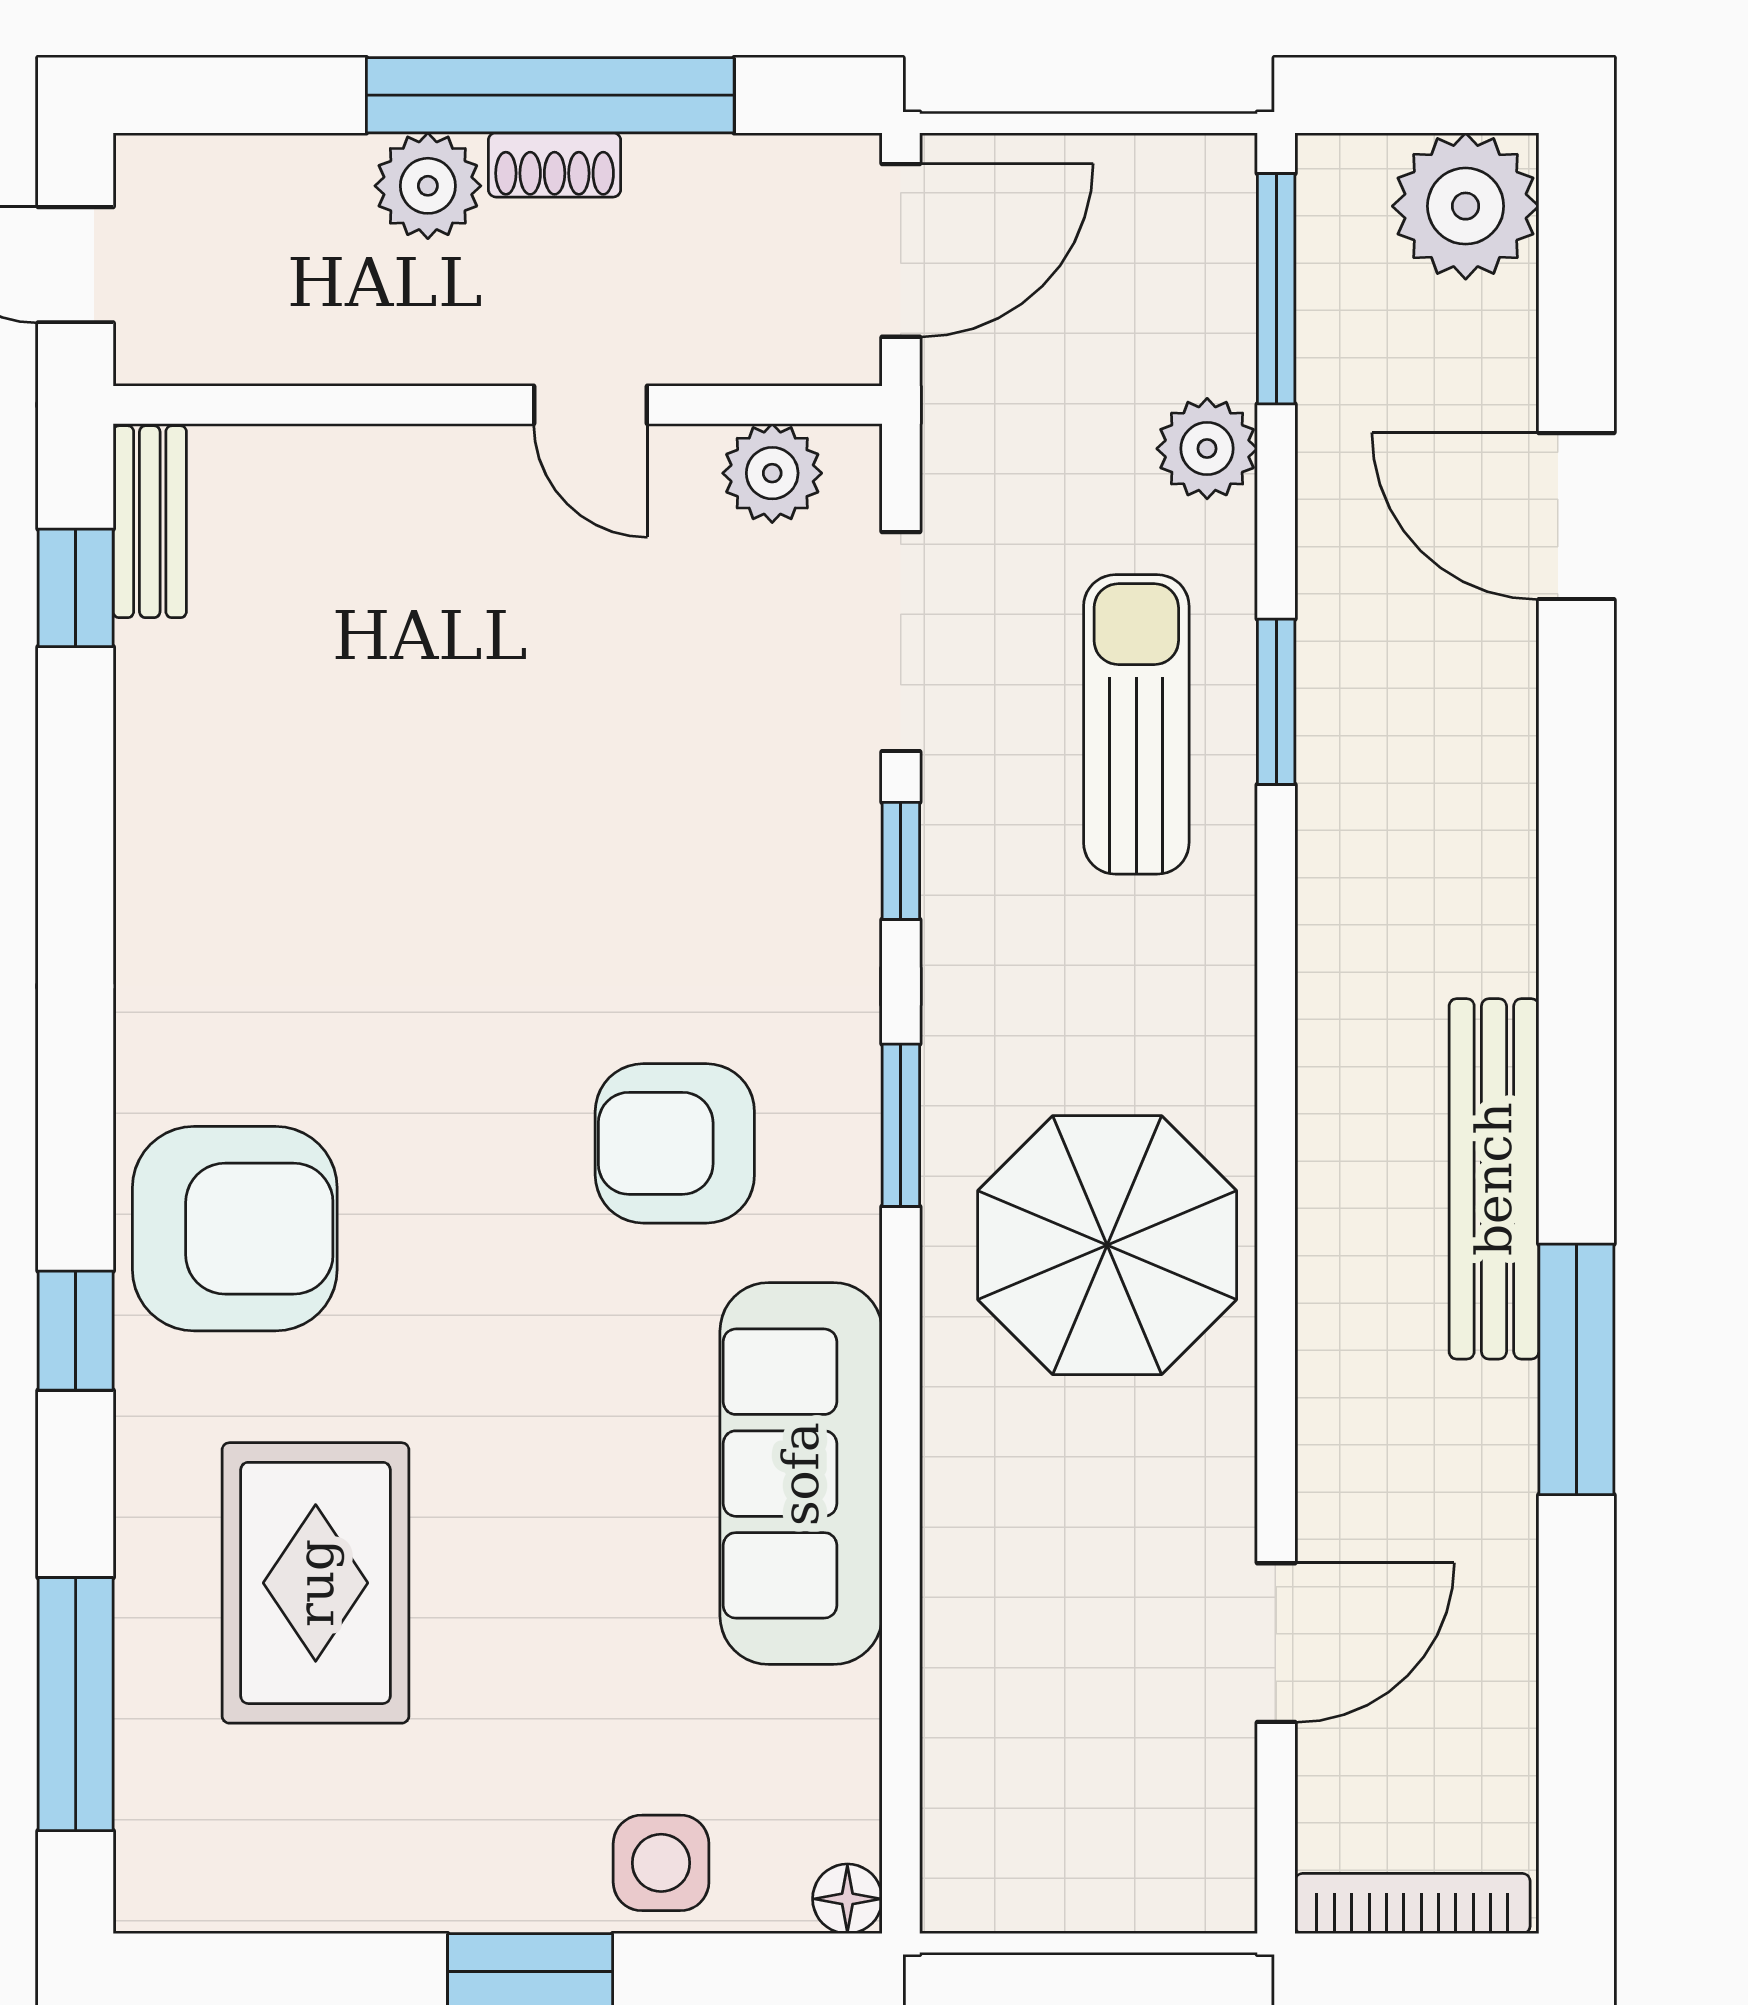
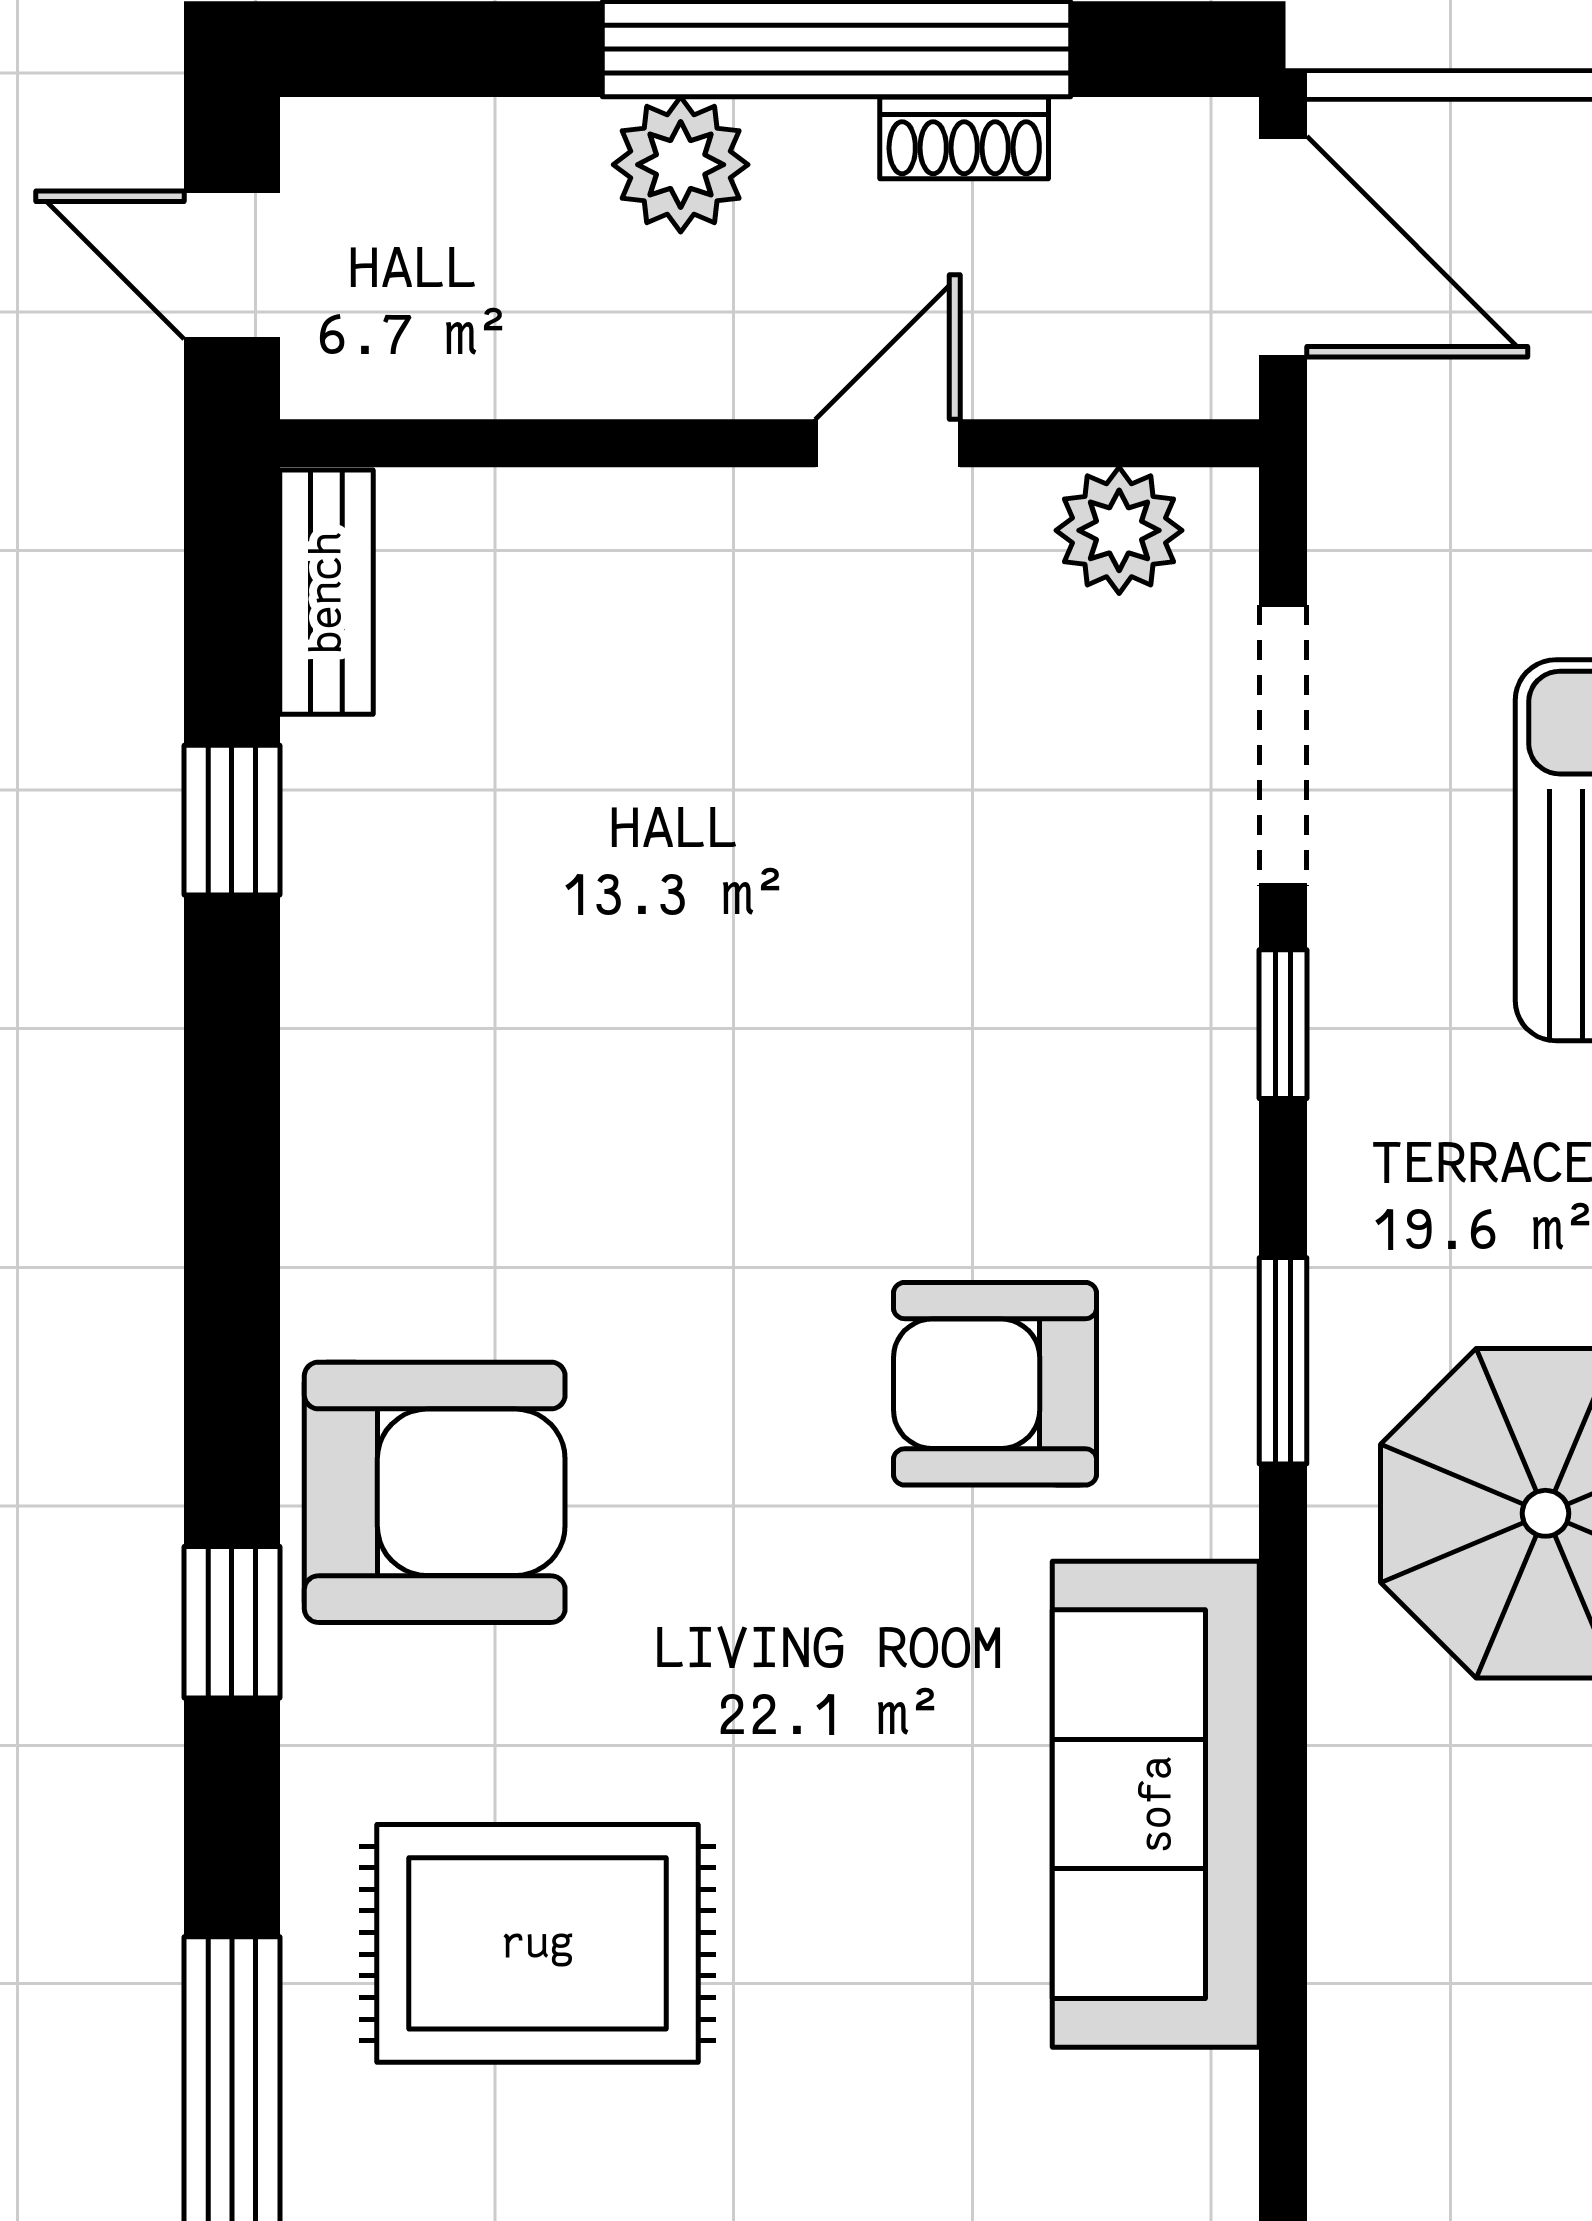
shoe rack: (555, 165) -> (964, 138), moved
door: (901, 250) -> (1283, 247), hinge flipped
door: (591, 405) -> (888, 443), swing flipped
window: (76, 588) -> (232, 820), moved
rug: (316, 1583) -> (538, 1943), turned 90

